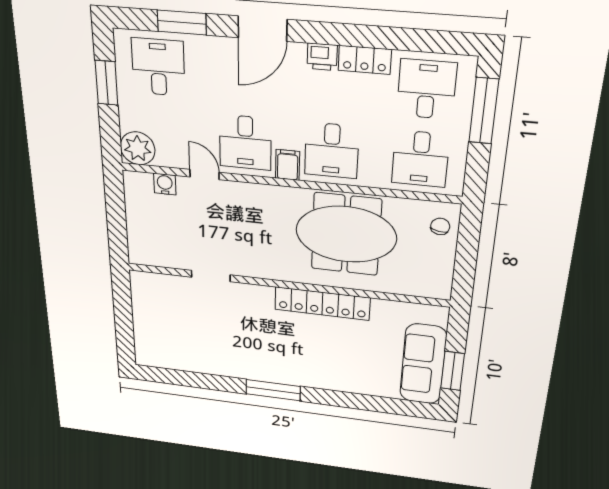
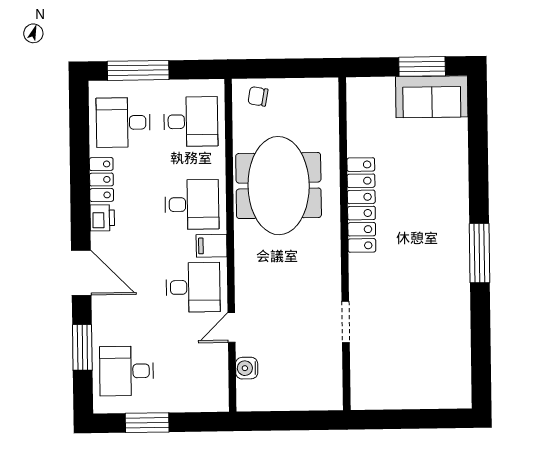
plant: (138, 148) -> (211, 395), removed
sofa: (423, 364) -> (432, 97), width x0.73

